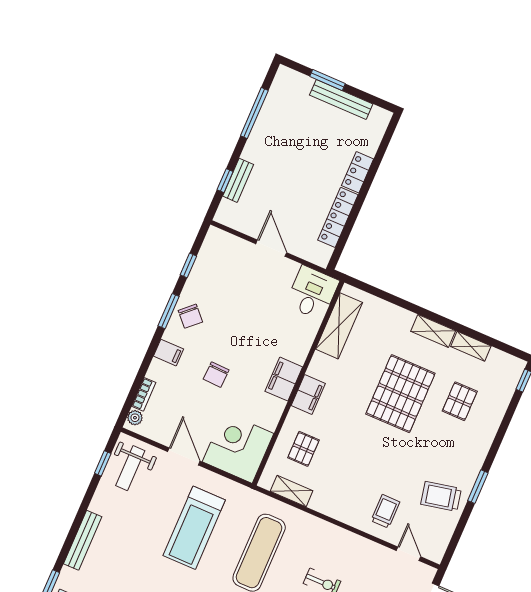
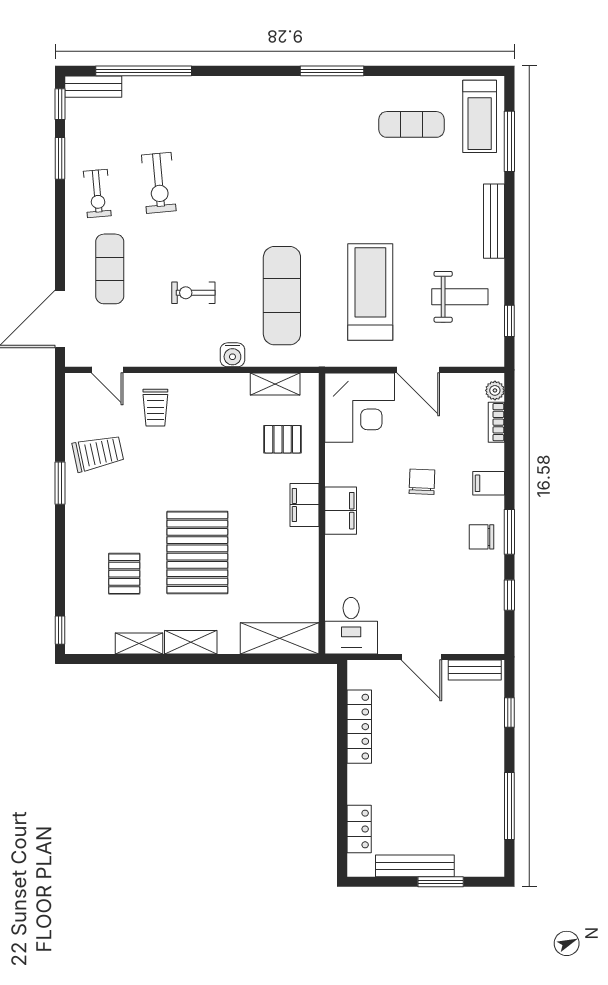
locker: (358, 172) -> (359, 829), moved
bench: (238, 180) -> (475, 670), moved, turned 90
chair: (190, 316) -> (482, 537), turned -47
shelving: (339, 326) -> (280, 638), moved, turned 90
pallet: (303, 449) -> (283, 439), turned 90
weight bench: (130, 468) -> (460, 297), moved, turned 90
water cooler: (313, 525) -> (232, 355), added

